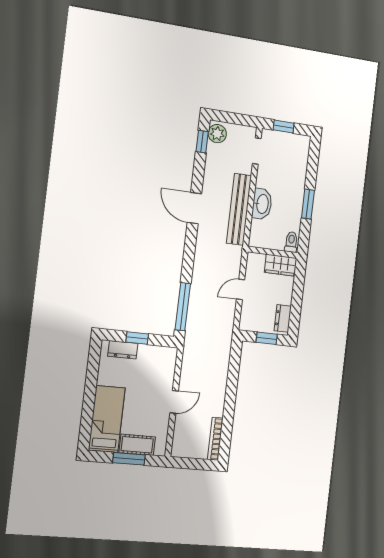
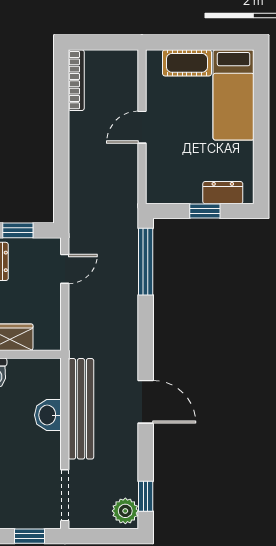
doorway: (257, 151) -> (65, 495), width x1.38
washbasin: (262, 204) -> (48, 415), width x0.72
door: (241, 289) -> (65, 269), moved
window: (129, 459) -> (196, 42), removed

